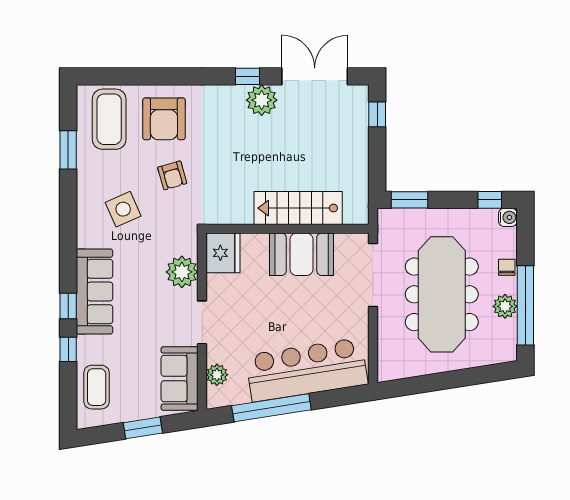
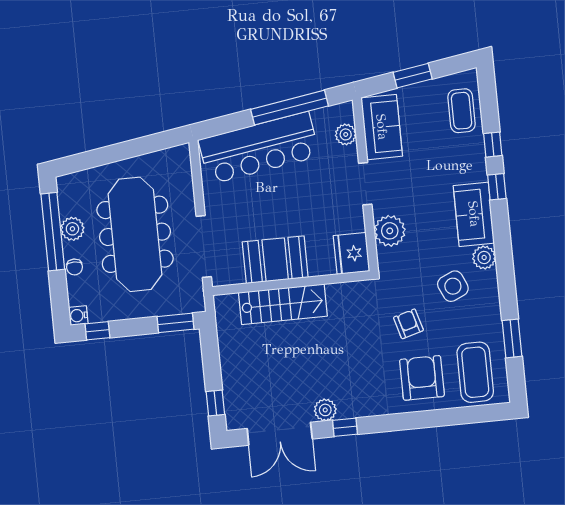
plant: (262, 100) -> (325, 410), width x0.73, depth x0.73
plant: (88, 235) -> (484, 257), added
sofa: (95, 292) -> (474, 214), width x0.73

